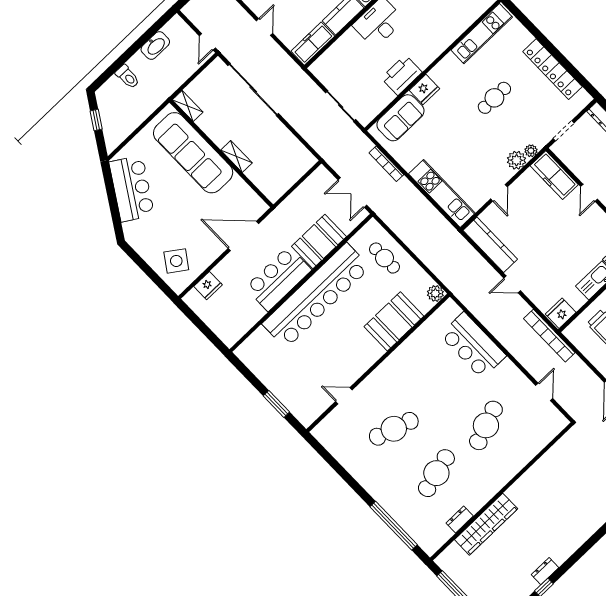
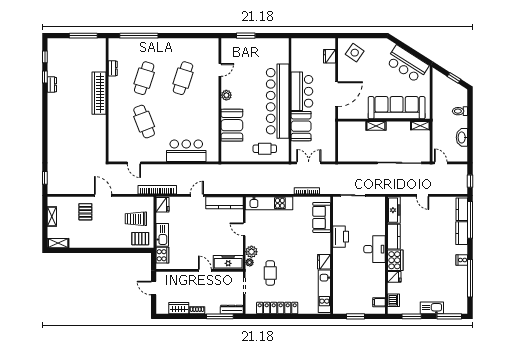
fridge: (424, 89) -> (324, 262), moved
cafe table: (494, 98) -> (270, 273), moved
plant: (435, 293) -> (226, 95), moved
cafe table: (436, 473) -> (144, 78), turned 33
wardrobe: (486, 524) -> (99, 93), moved

